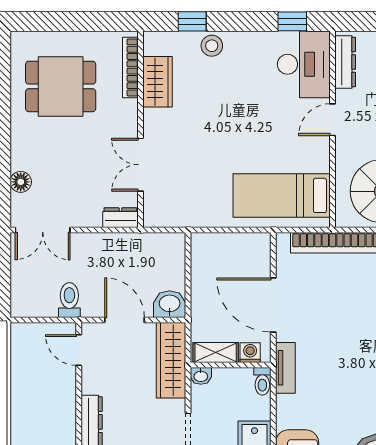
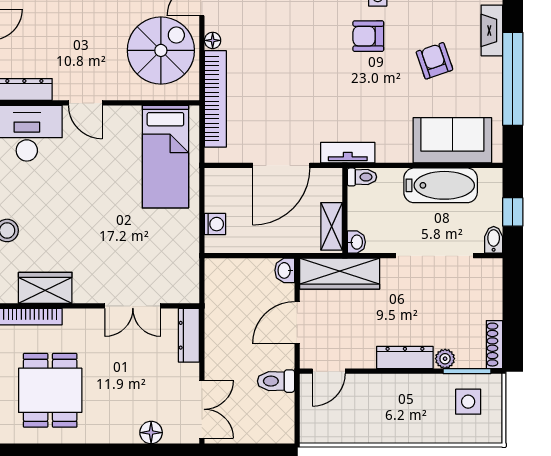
dresser: (120, 218) -> (189, 335), width x1.44
washbasin: (170, 304) -> (285, 270), width x0.72, depth x0.69
washing machine: (250, 353) -> (215, 224), moved, turned 180

